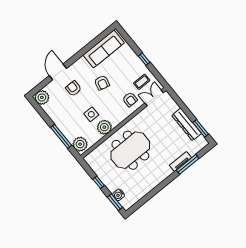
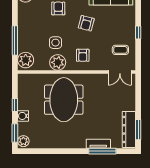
double door: (154, 98) -> (120, 72), swing flipped
armchair: (130, 99) -> (83, 55), moved
dresser: (187, 124) -> (129, 129), moved
meeting table: (130, 150) -> (64, 100), turned 90
water cooler: (119, 195) -> (23, 116), moved
plant: (126, 203) -> (23, 141), added

